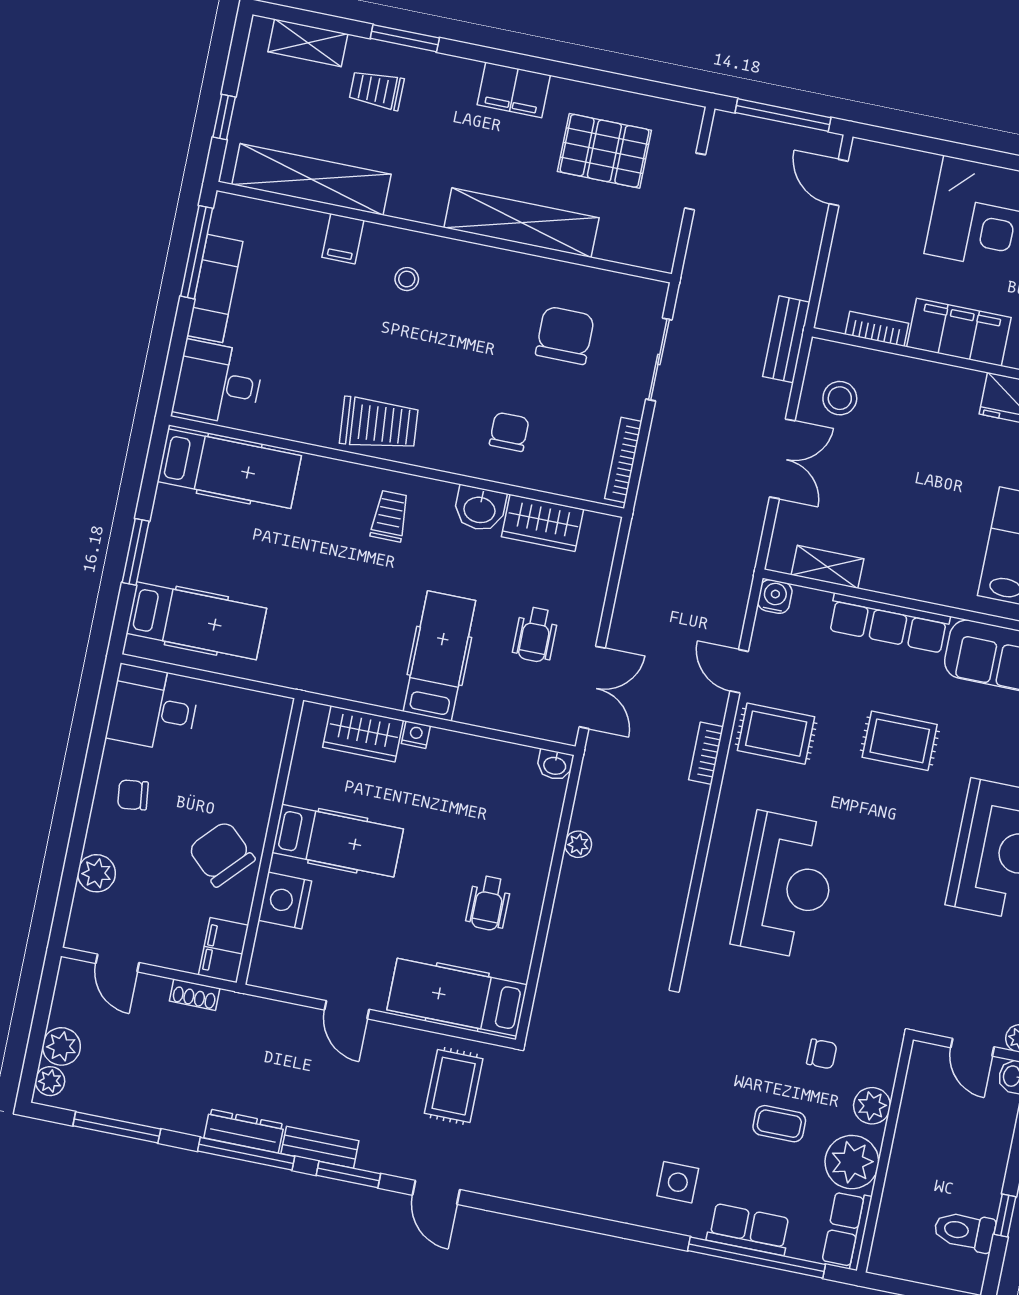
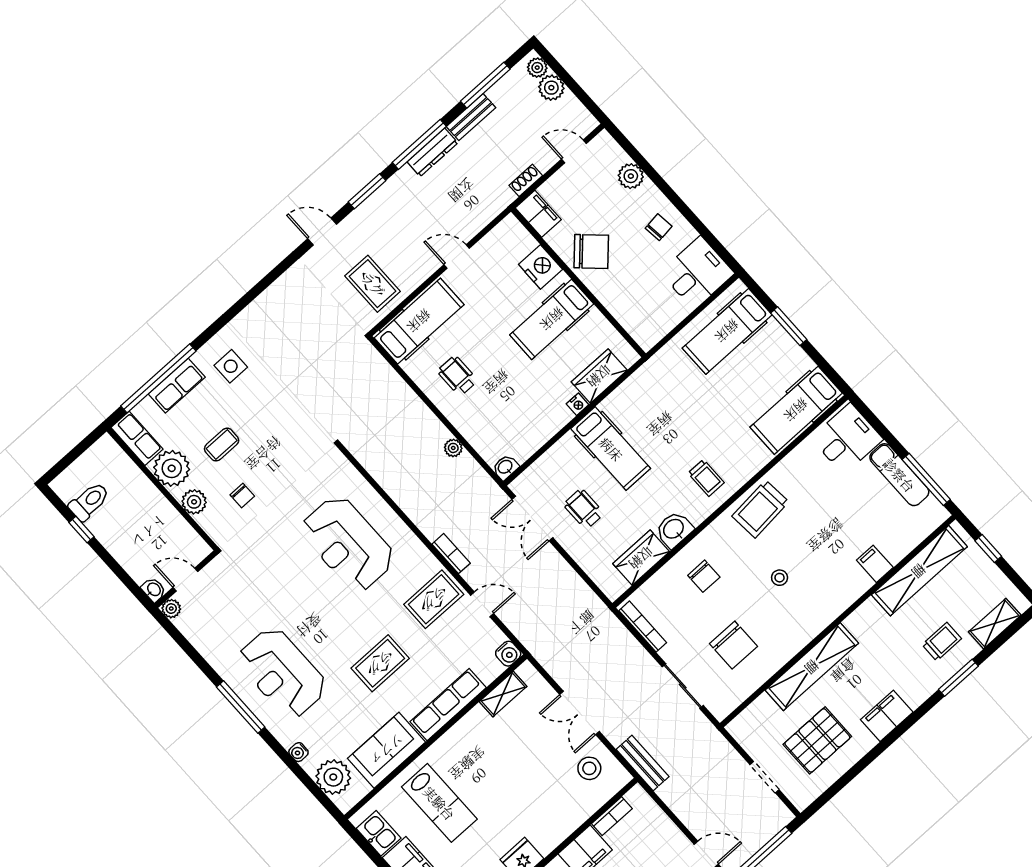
stool: (407, 279) -> (780, 578), moved
chair: (822, 1054) -> (242, 495), turned -90
bench: (320, 1147) -> (471, 117), moved

